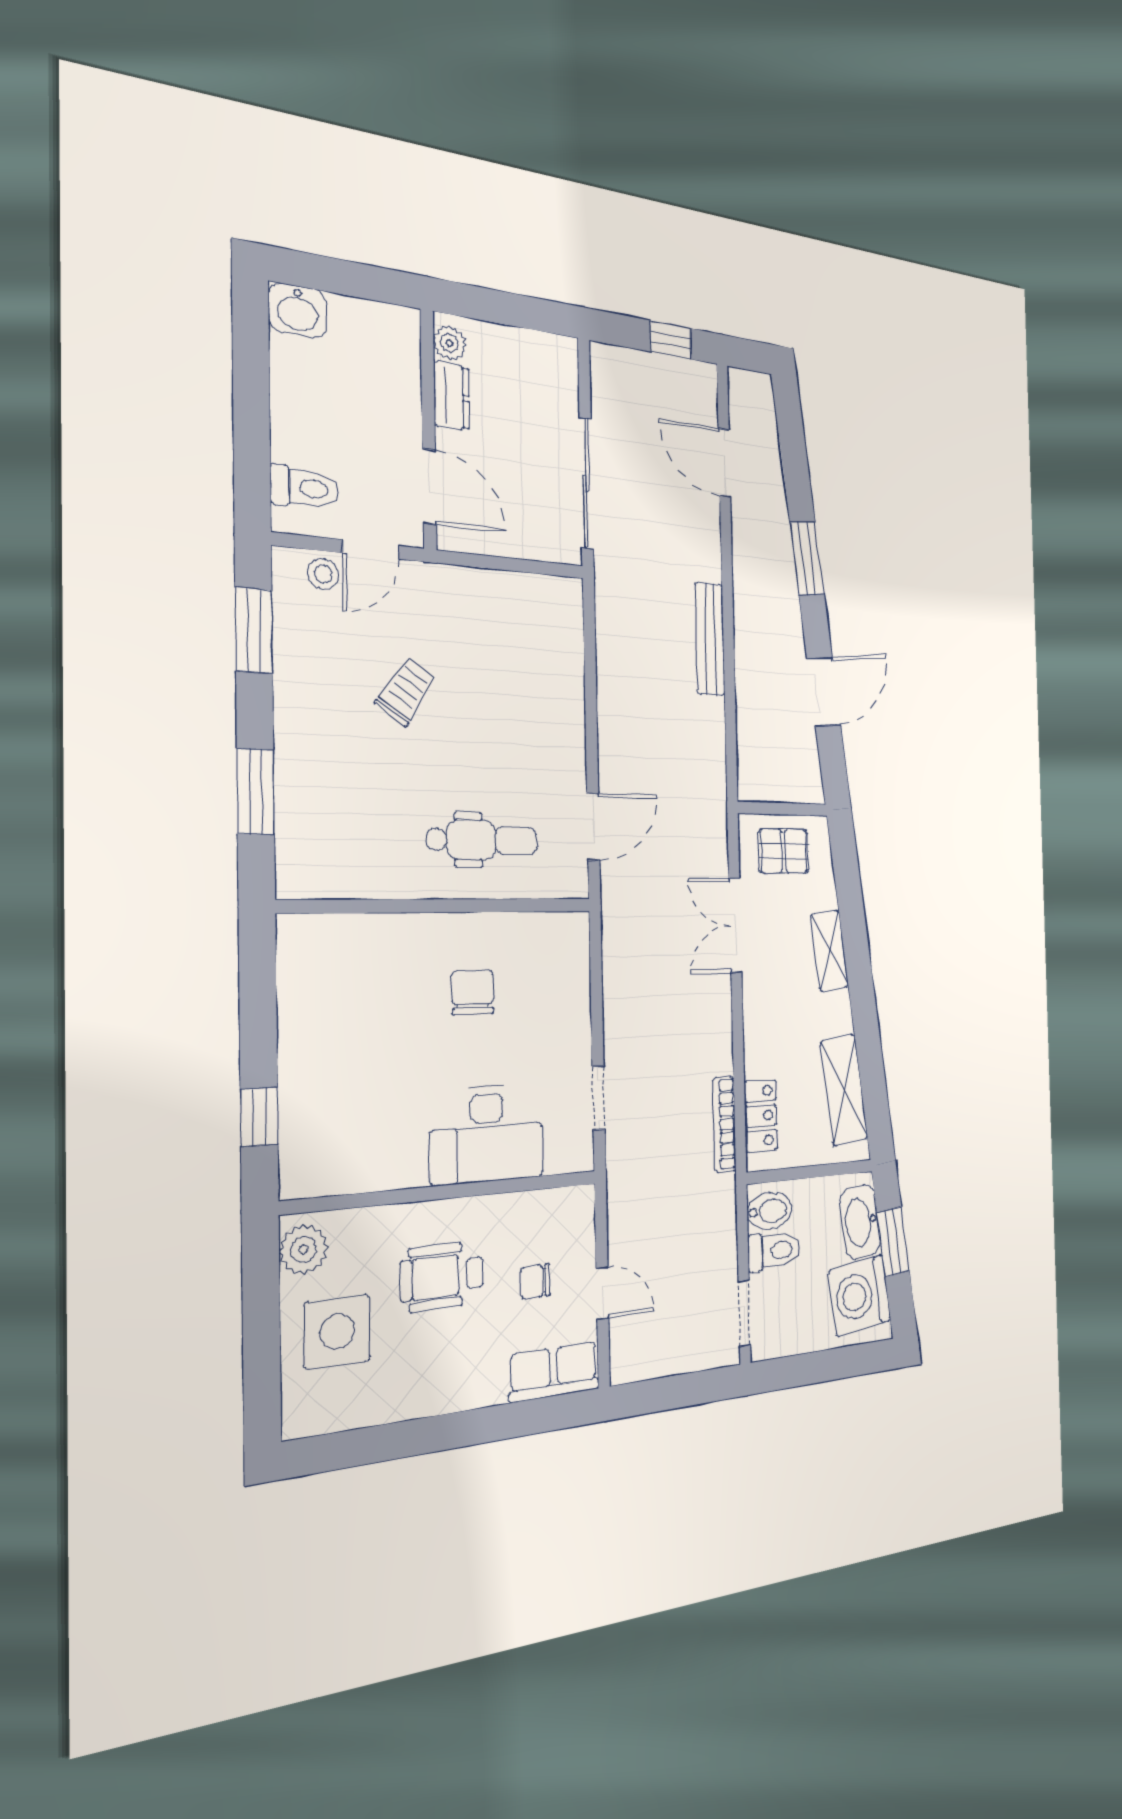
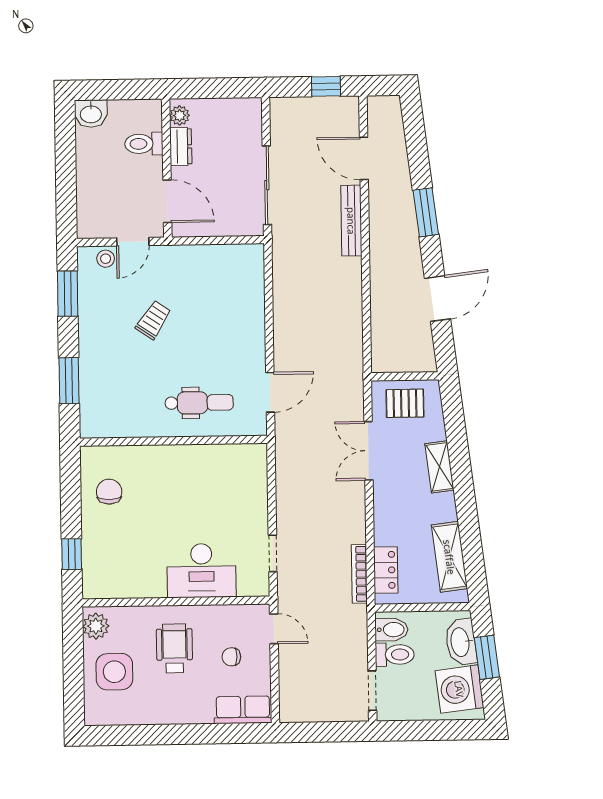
toilet: (305, 488) -> (144, 144), moved, turned 180
bench: (710, 639) -> (351, 221), moved
chair: (473, 993) -> (109, 492), moved
wheelchair: (442, 1277) -> (174, 648), turned 90
door: (602, 1293) -> (274, 629), moved

